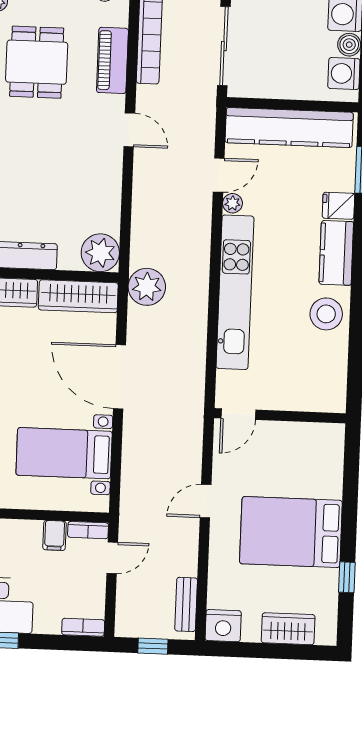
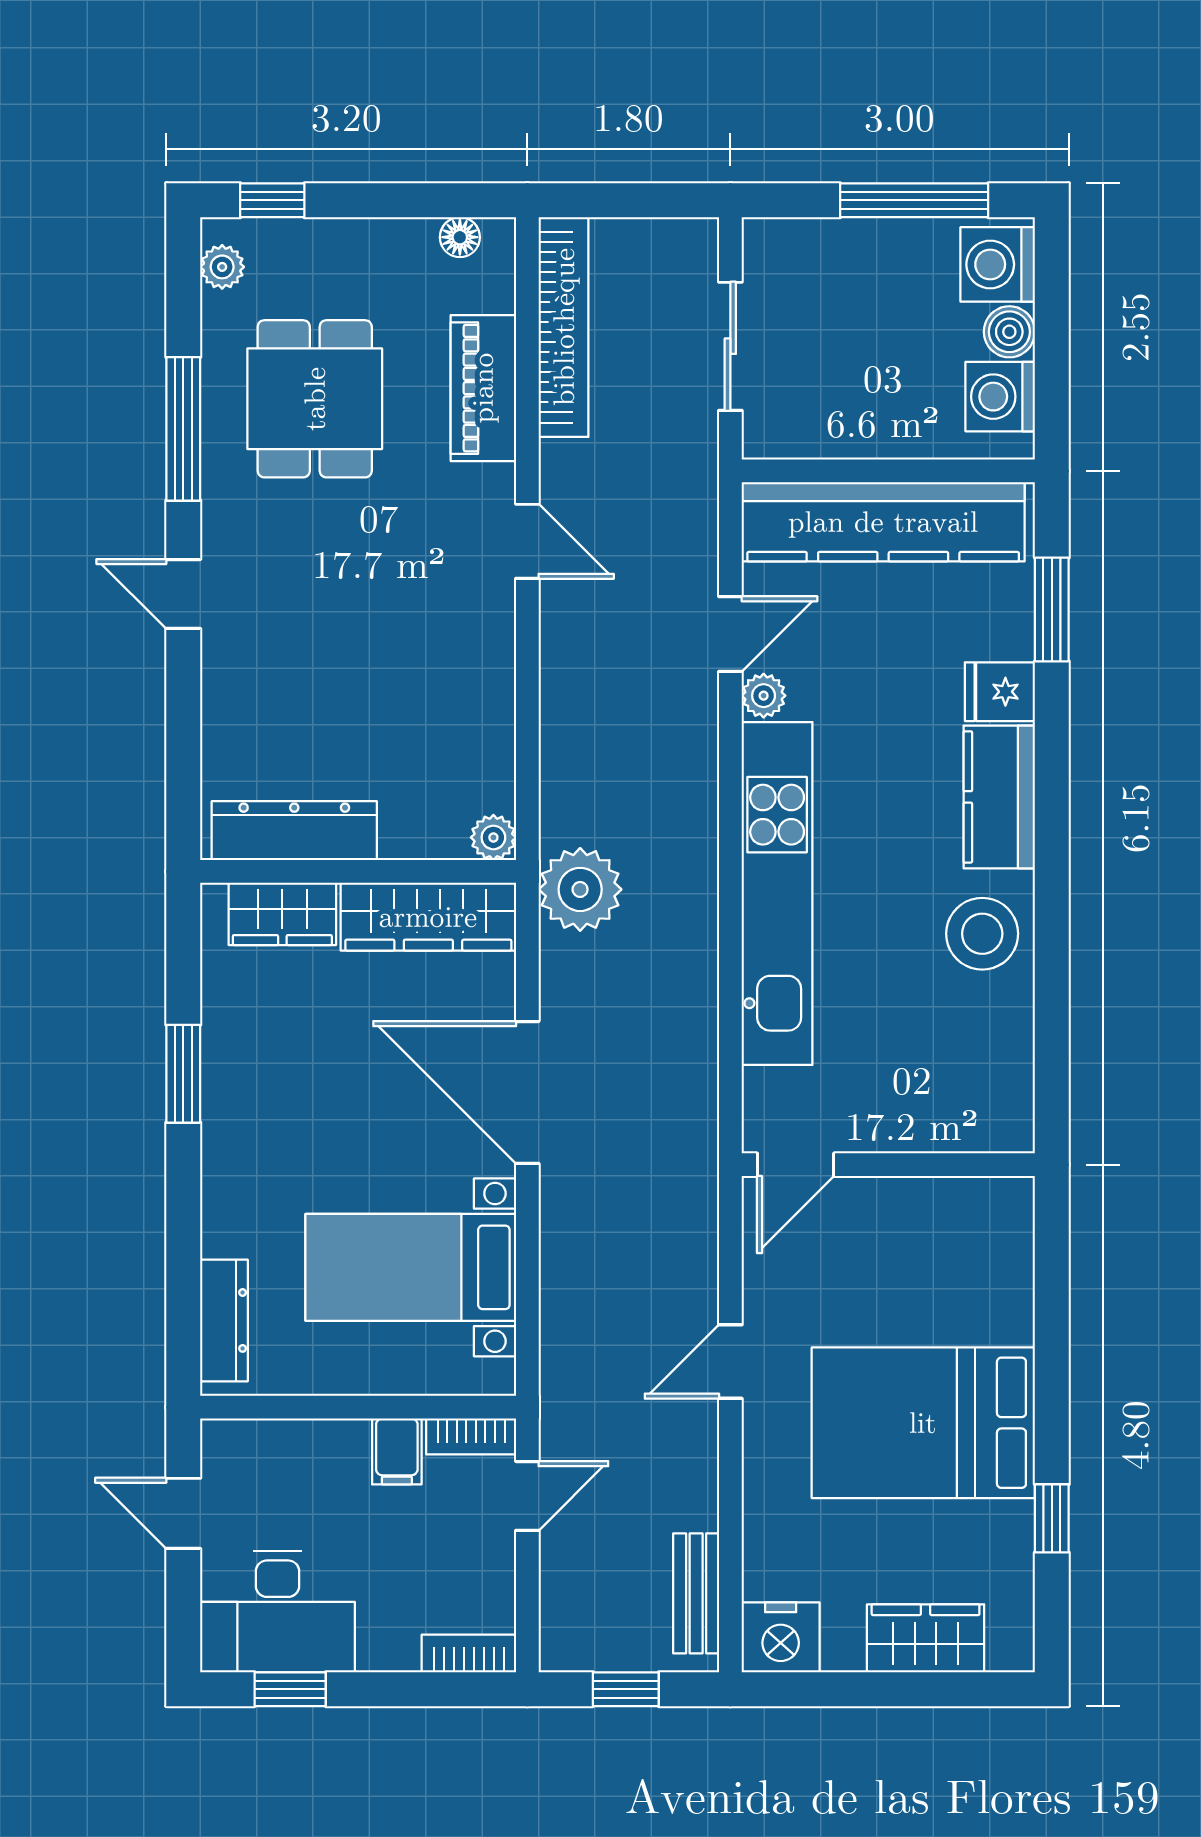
sliding door: (224, 46) -> (730, 346), width x0.73
plant: (100, 253) -> (493, 837), width x0.53, depth x0.53

